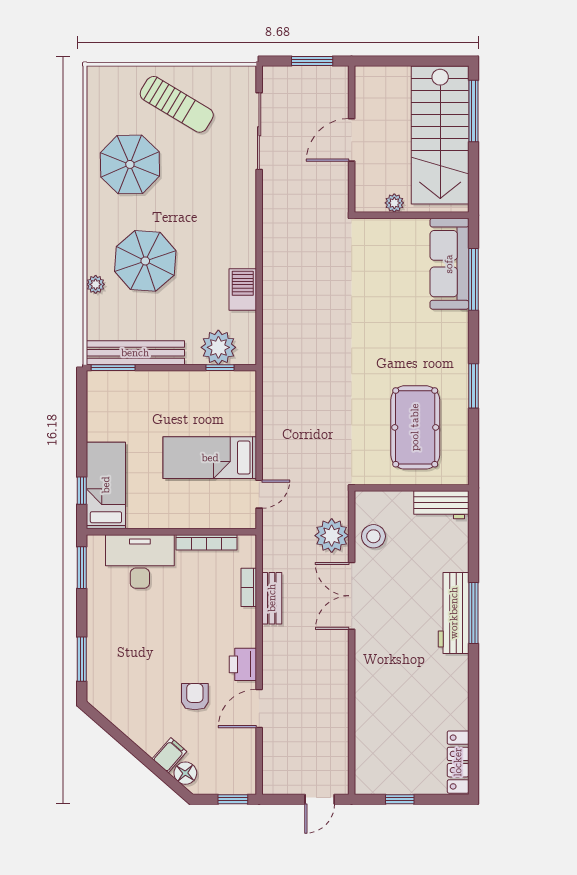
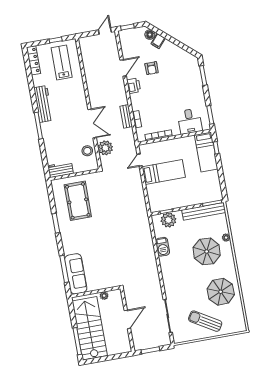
desk: (140, 561) -> (190, 121), width x0.73
workbench: (454, 613) -> (43, 104), moved
lab bench: (396, 746) -> (62, 62), added
door: (320, 799) -> (105, 31), moved

